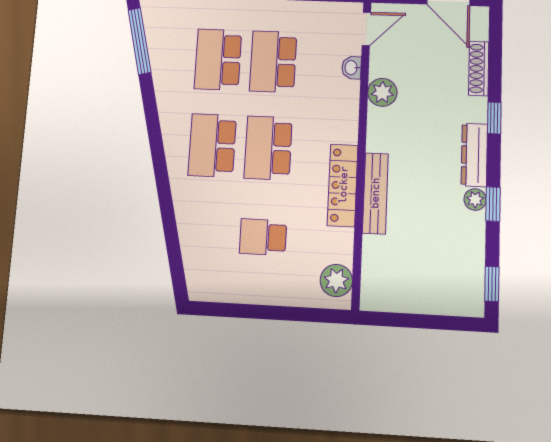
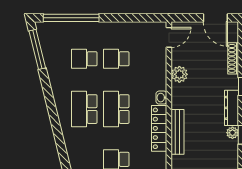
school desk: (218, 60) -> (84, 59), width x0.54
school desk: (273, 62) -> (116, 59), width x0.54
washbasin: (352, 68) -> (161, 98), moved

